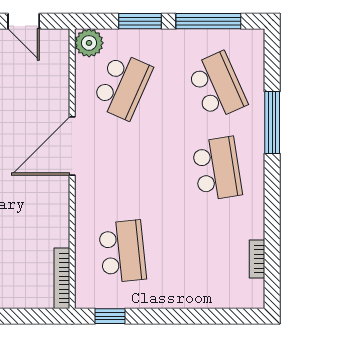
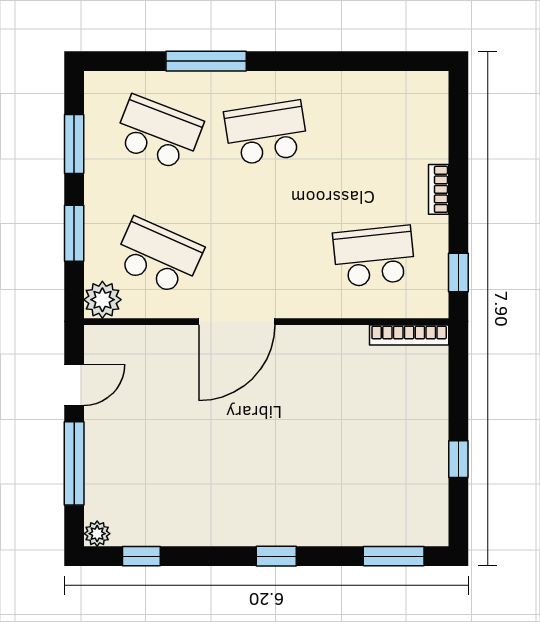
window: (208, 21) -> (74, 144), width x0.69
school desk: (217, 86) -> (158, 133), turned 45
door: (72, 146) -> (237, 322), hinge flipped
bookcase: (257, 259) -> (439, 189), moved, turned 90

